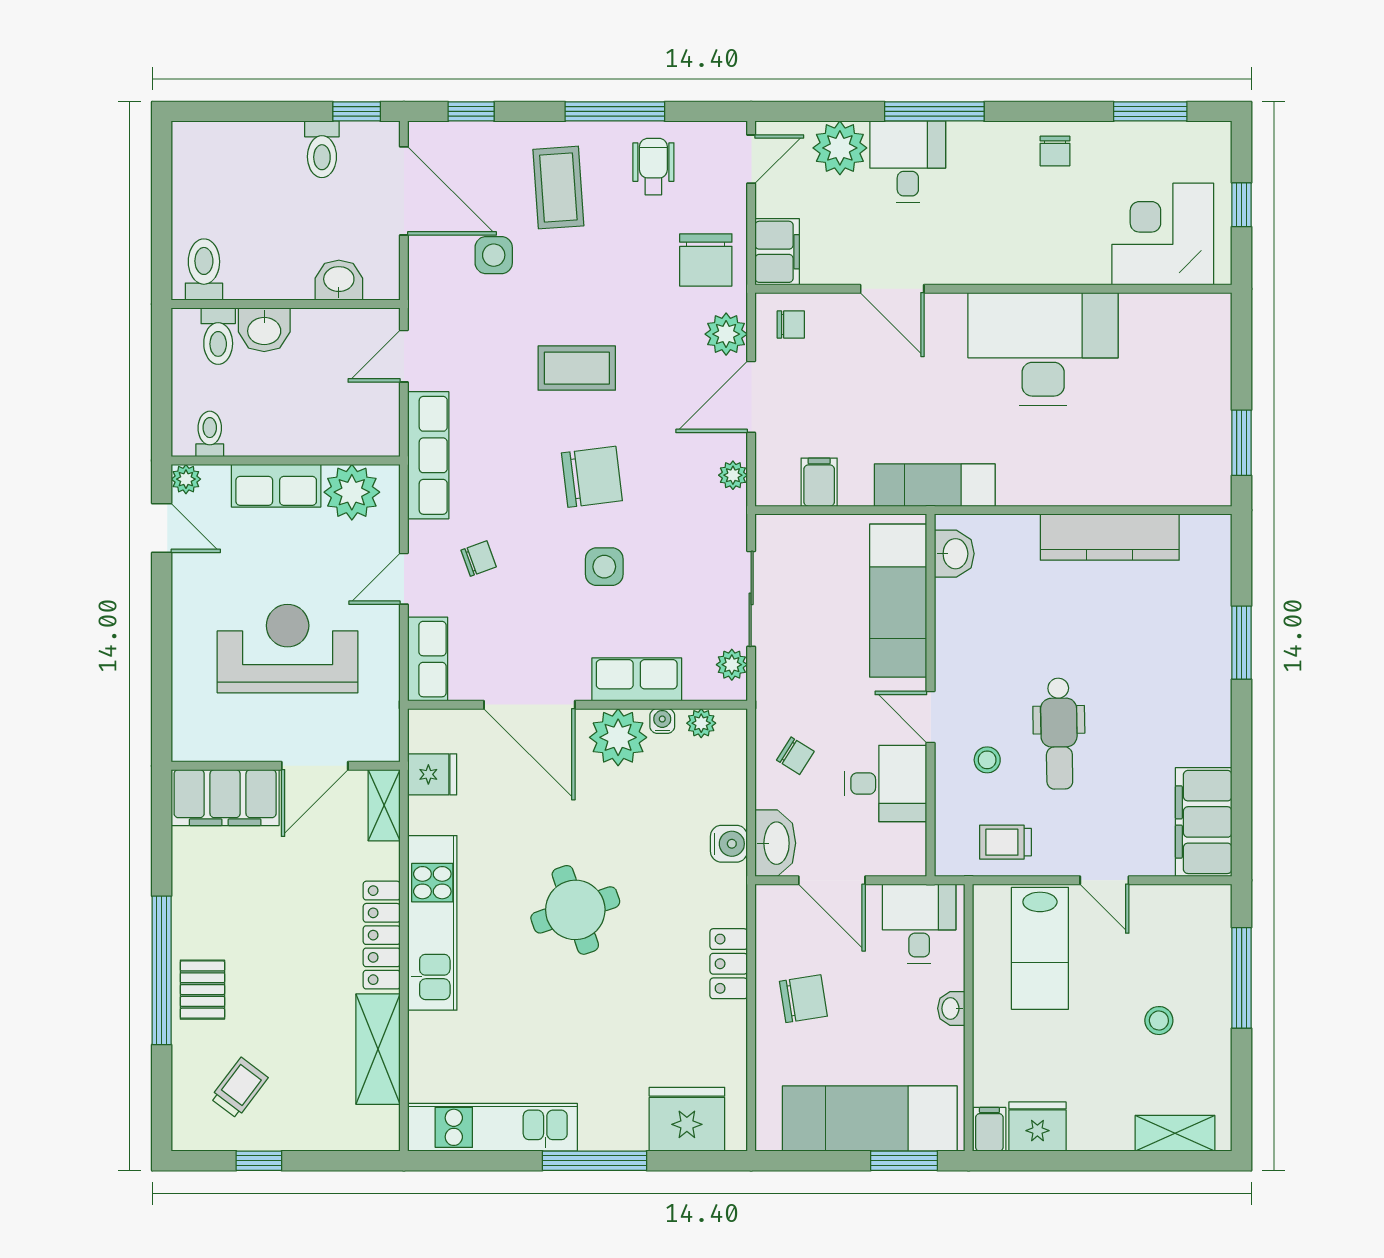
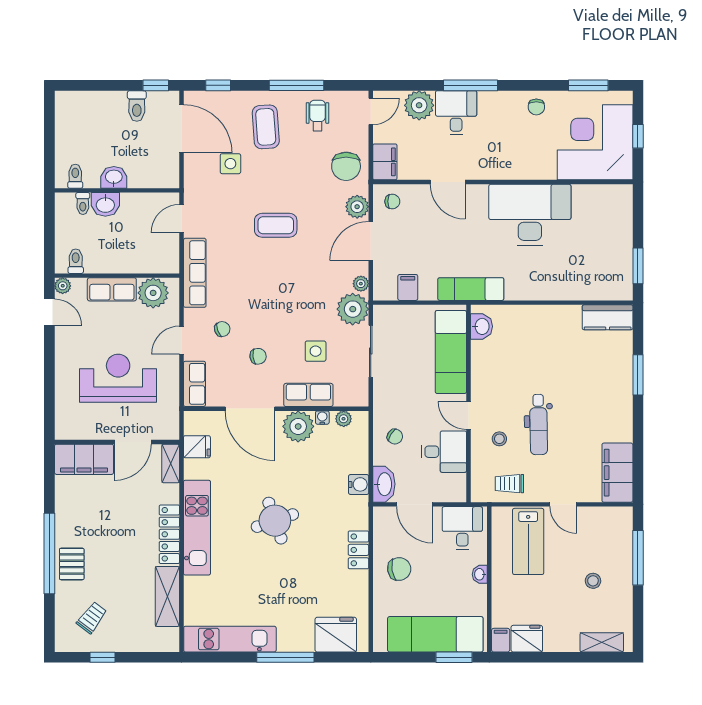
corner desk: (1163, 234) -> (595, 142), width x1.36, depth x1.36
toilet: (204, 270) -> (75, 176), width x0.73, depth x0.72
washbasin: (339, 280) -> (114, 177), moved
toilet: (218, 336) -> (83, 204), width x0.73, depth x0.72
chair: (592, 477) -> (258, 356), moved, width x0.54, depth x0.54
kitchen counter: (1110, 537) -> (608, 317), moved, width x0.67
side table: (604, 567) -> (316, 351), moved
plant: (732, 665) -> (353, 309), moved, width x1.88, depth x1.88

